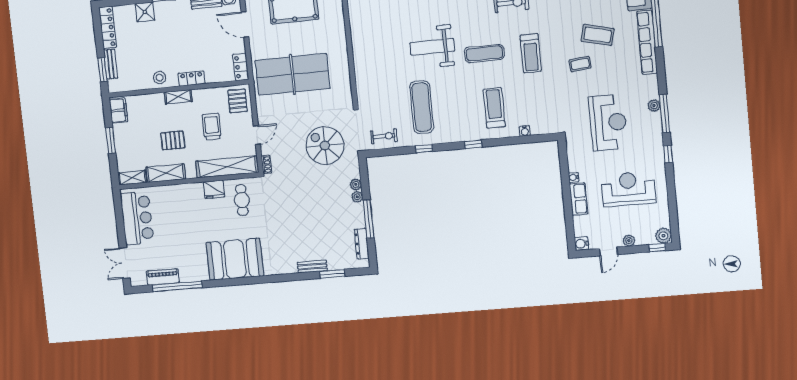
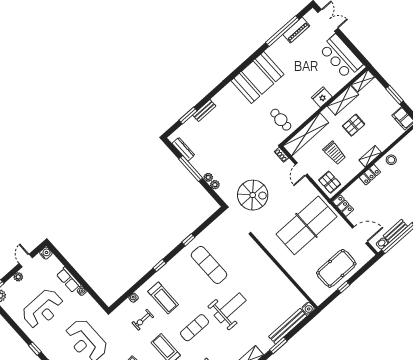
exercise bike: (384, 136) -> (143, 320), moved
fridge: (214, 189) -> (322, 97), moved

